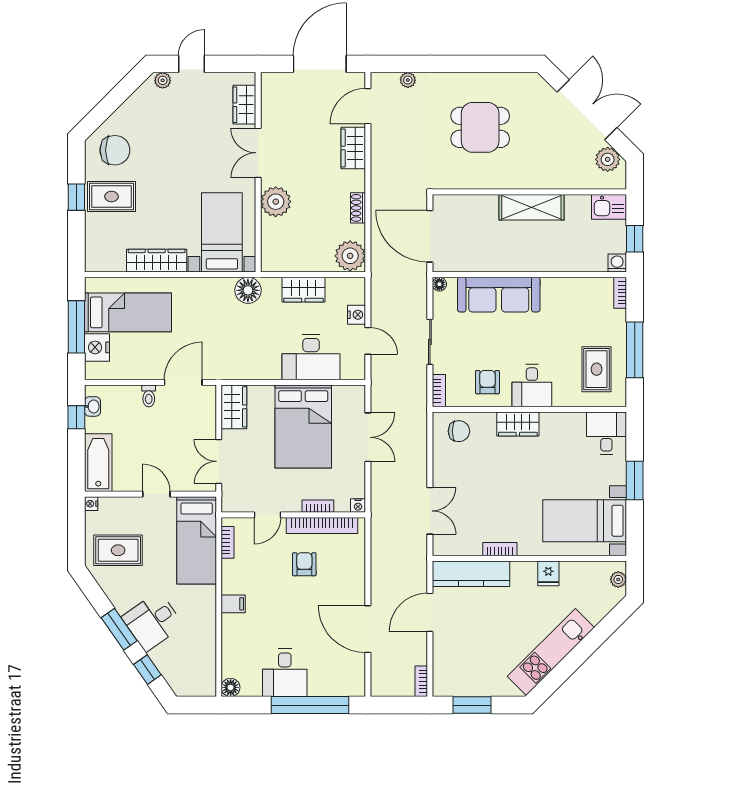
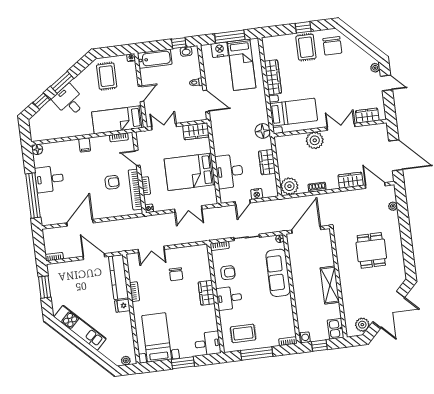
chair: (459, 431) -> (176, 274), moved
fridge: (548, 573) -> (122, 306), moved

